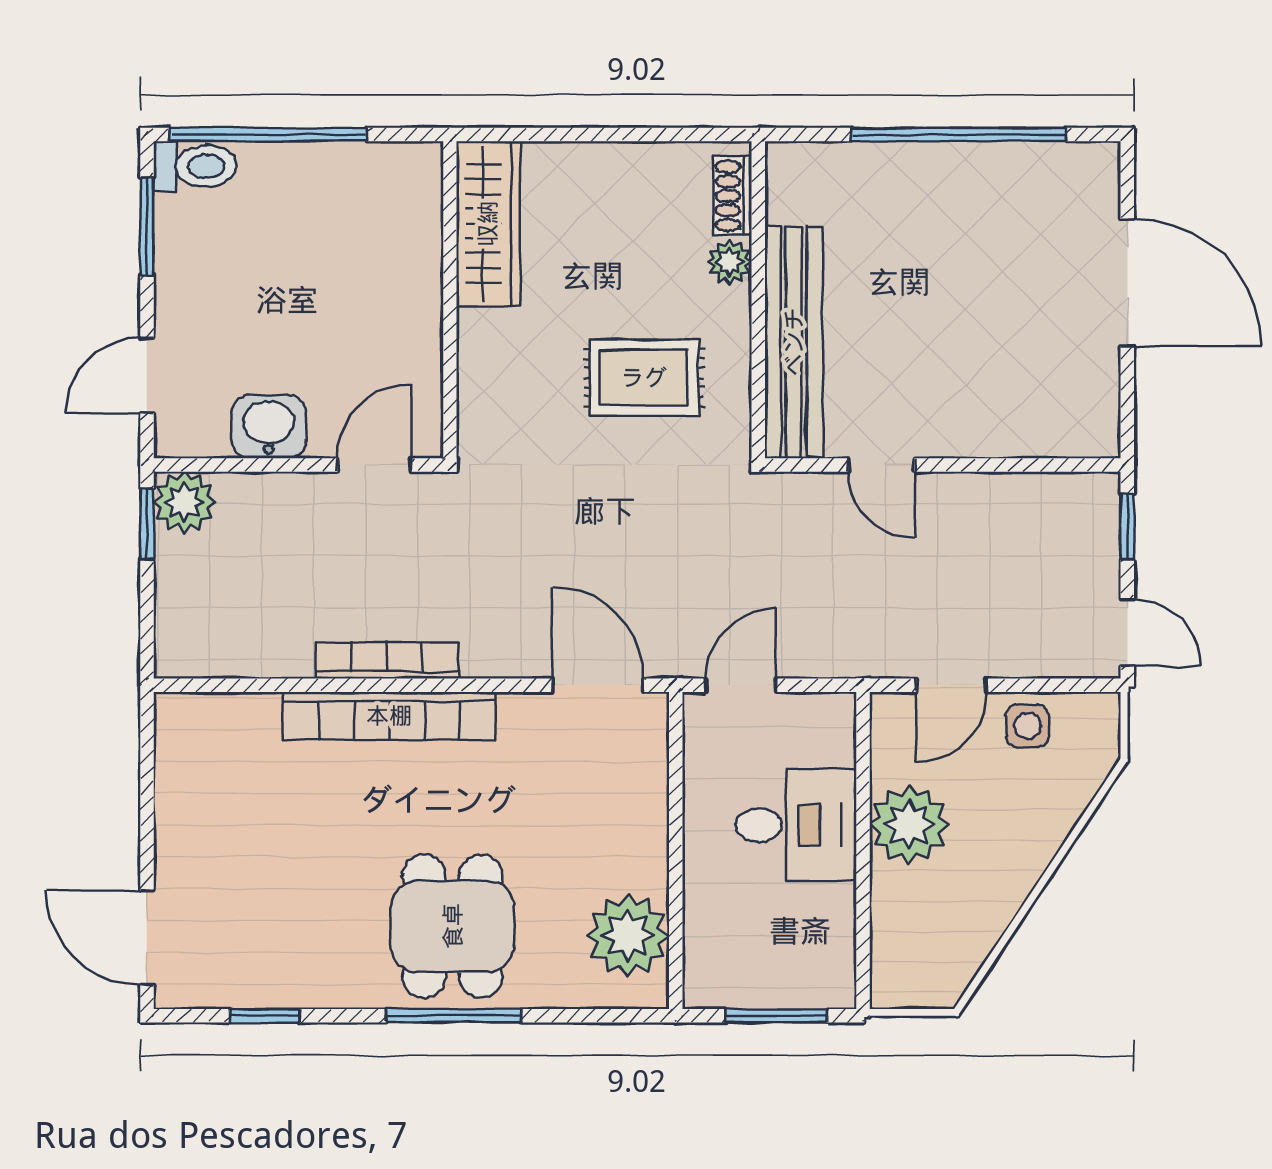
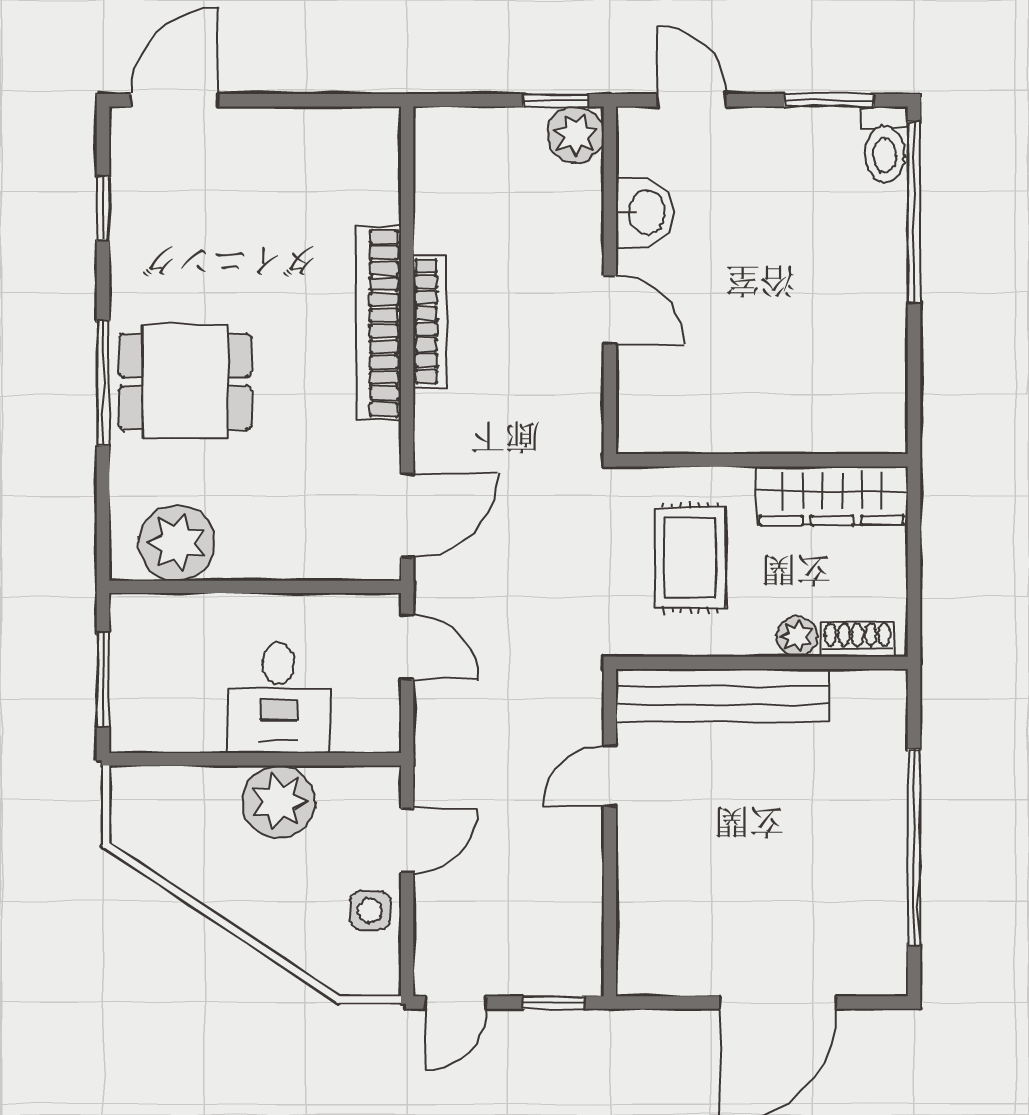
wardrobe: (488, 224) -> (832, 496), moved
wall: (450, 300) -> (762, 460), moved
door: (951, 685) -> (407, 841), swing flipped

